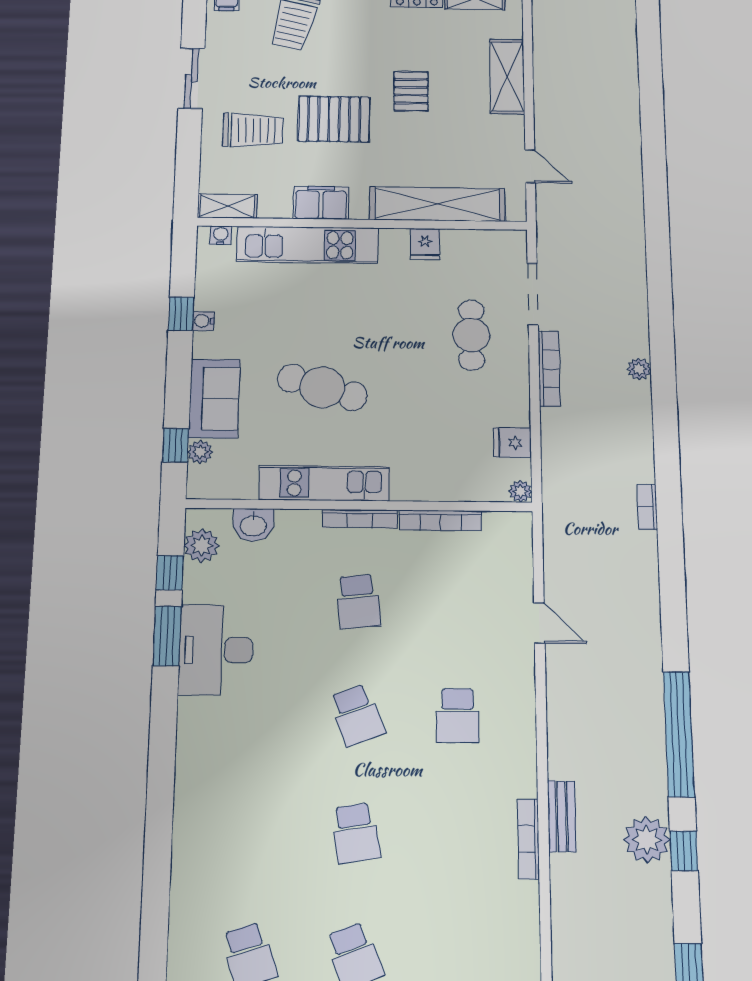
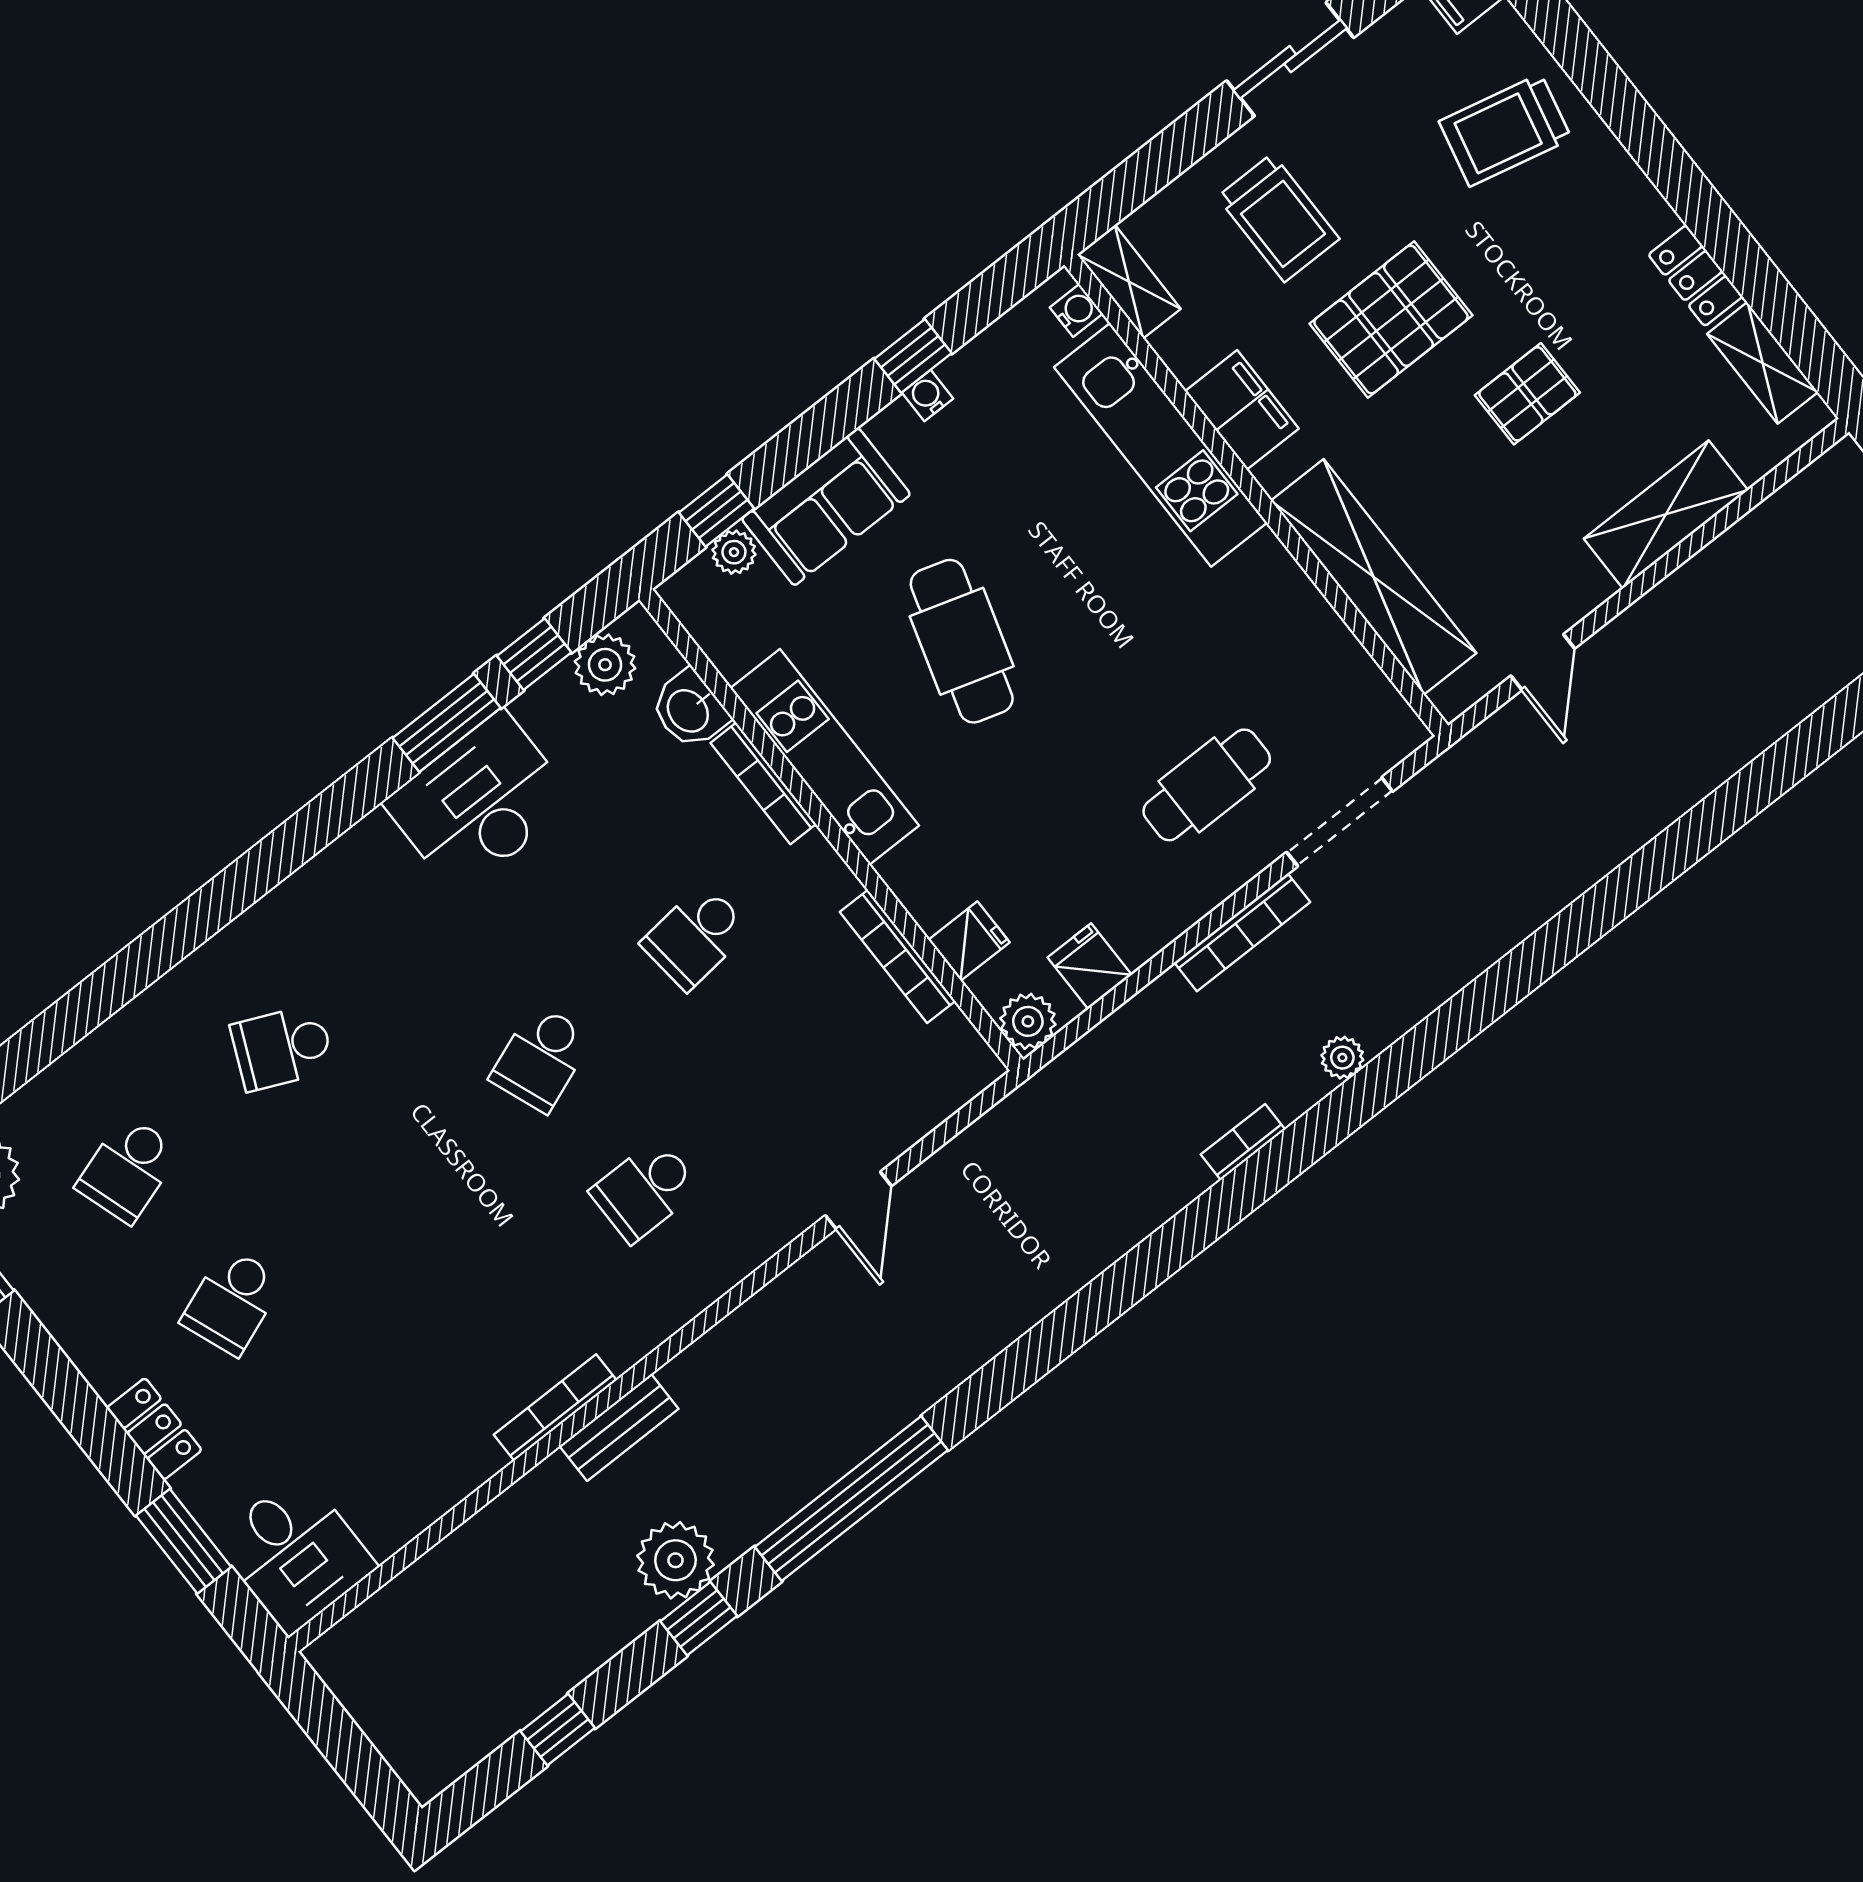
pallet: (334, 119) -> (1391, 319), turned 90
fridge: (425, 244) -> (969, 941), moved, turned 180
plant: (520, 491) -> (1028, 1021), width x1.38, depth x1.38
bookcase: (647, 507) -> (1243, 1142), moved
bookcase: (360, 519) -> (763, 783), moved
school desk: (356, 833) -> (282, 1048), moved, turned 33

